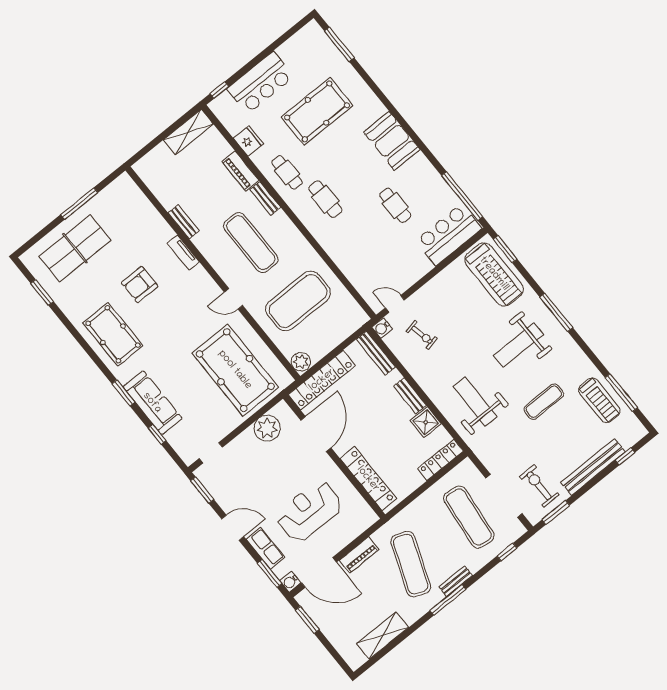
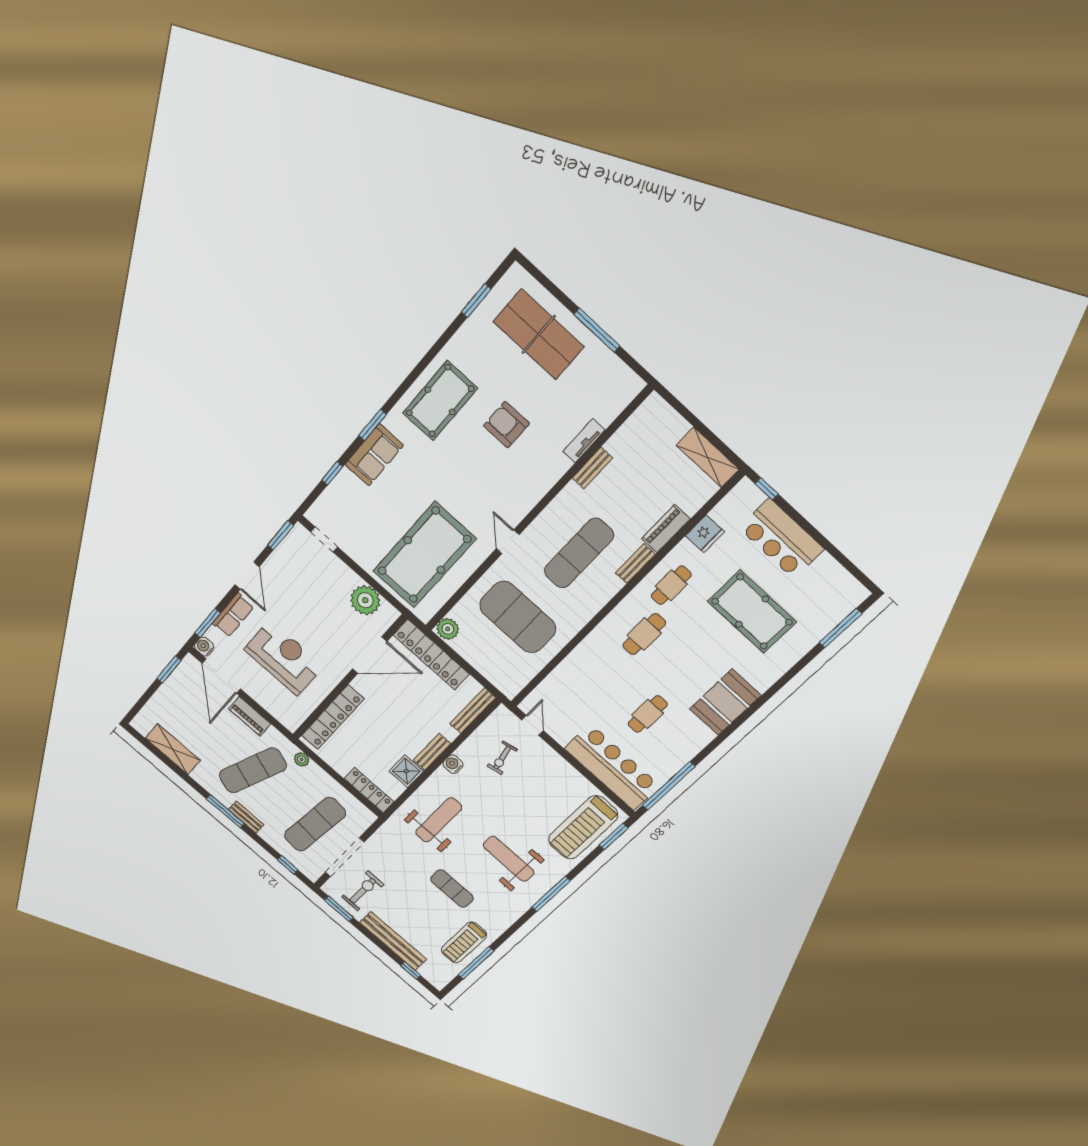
bar counter: (449, 235) -> (612, 767), width x1.36
tv unit: (183, 253) -> (584, 441), moved
water cooler: (382, 328) -> (453, 764), moved
sofa: (152, 403) -> (374, 455), width x0.73
plant: (405, 516) -> (302, 759), added

